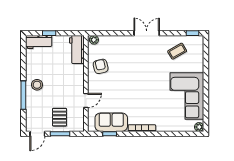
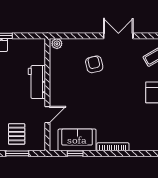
workbench: (77, 49) -> (37, 82), moved
armchair: (101, 66) -> (94, 64), moved

